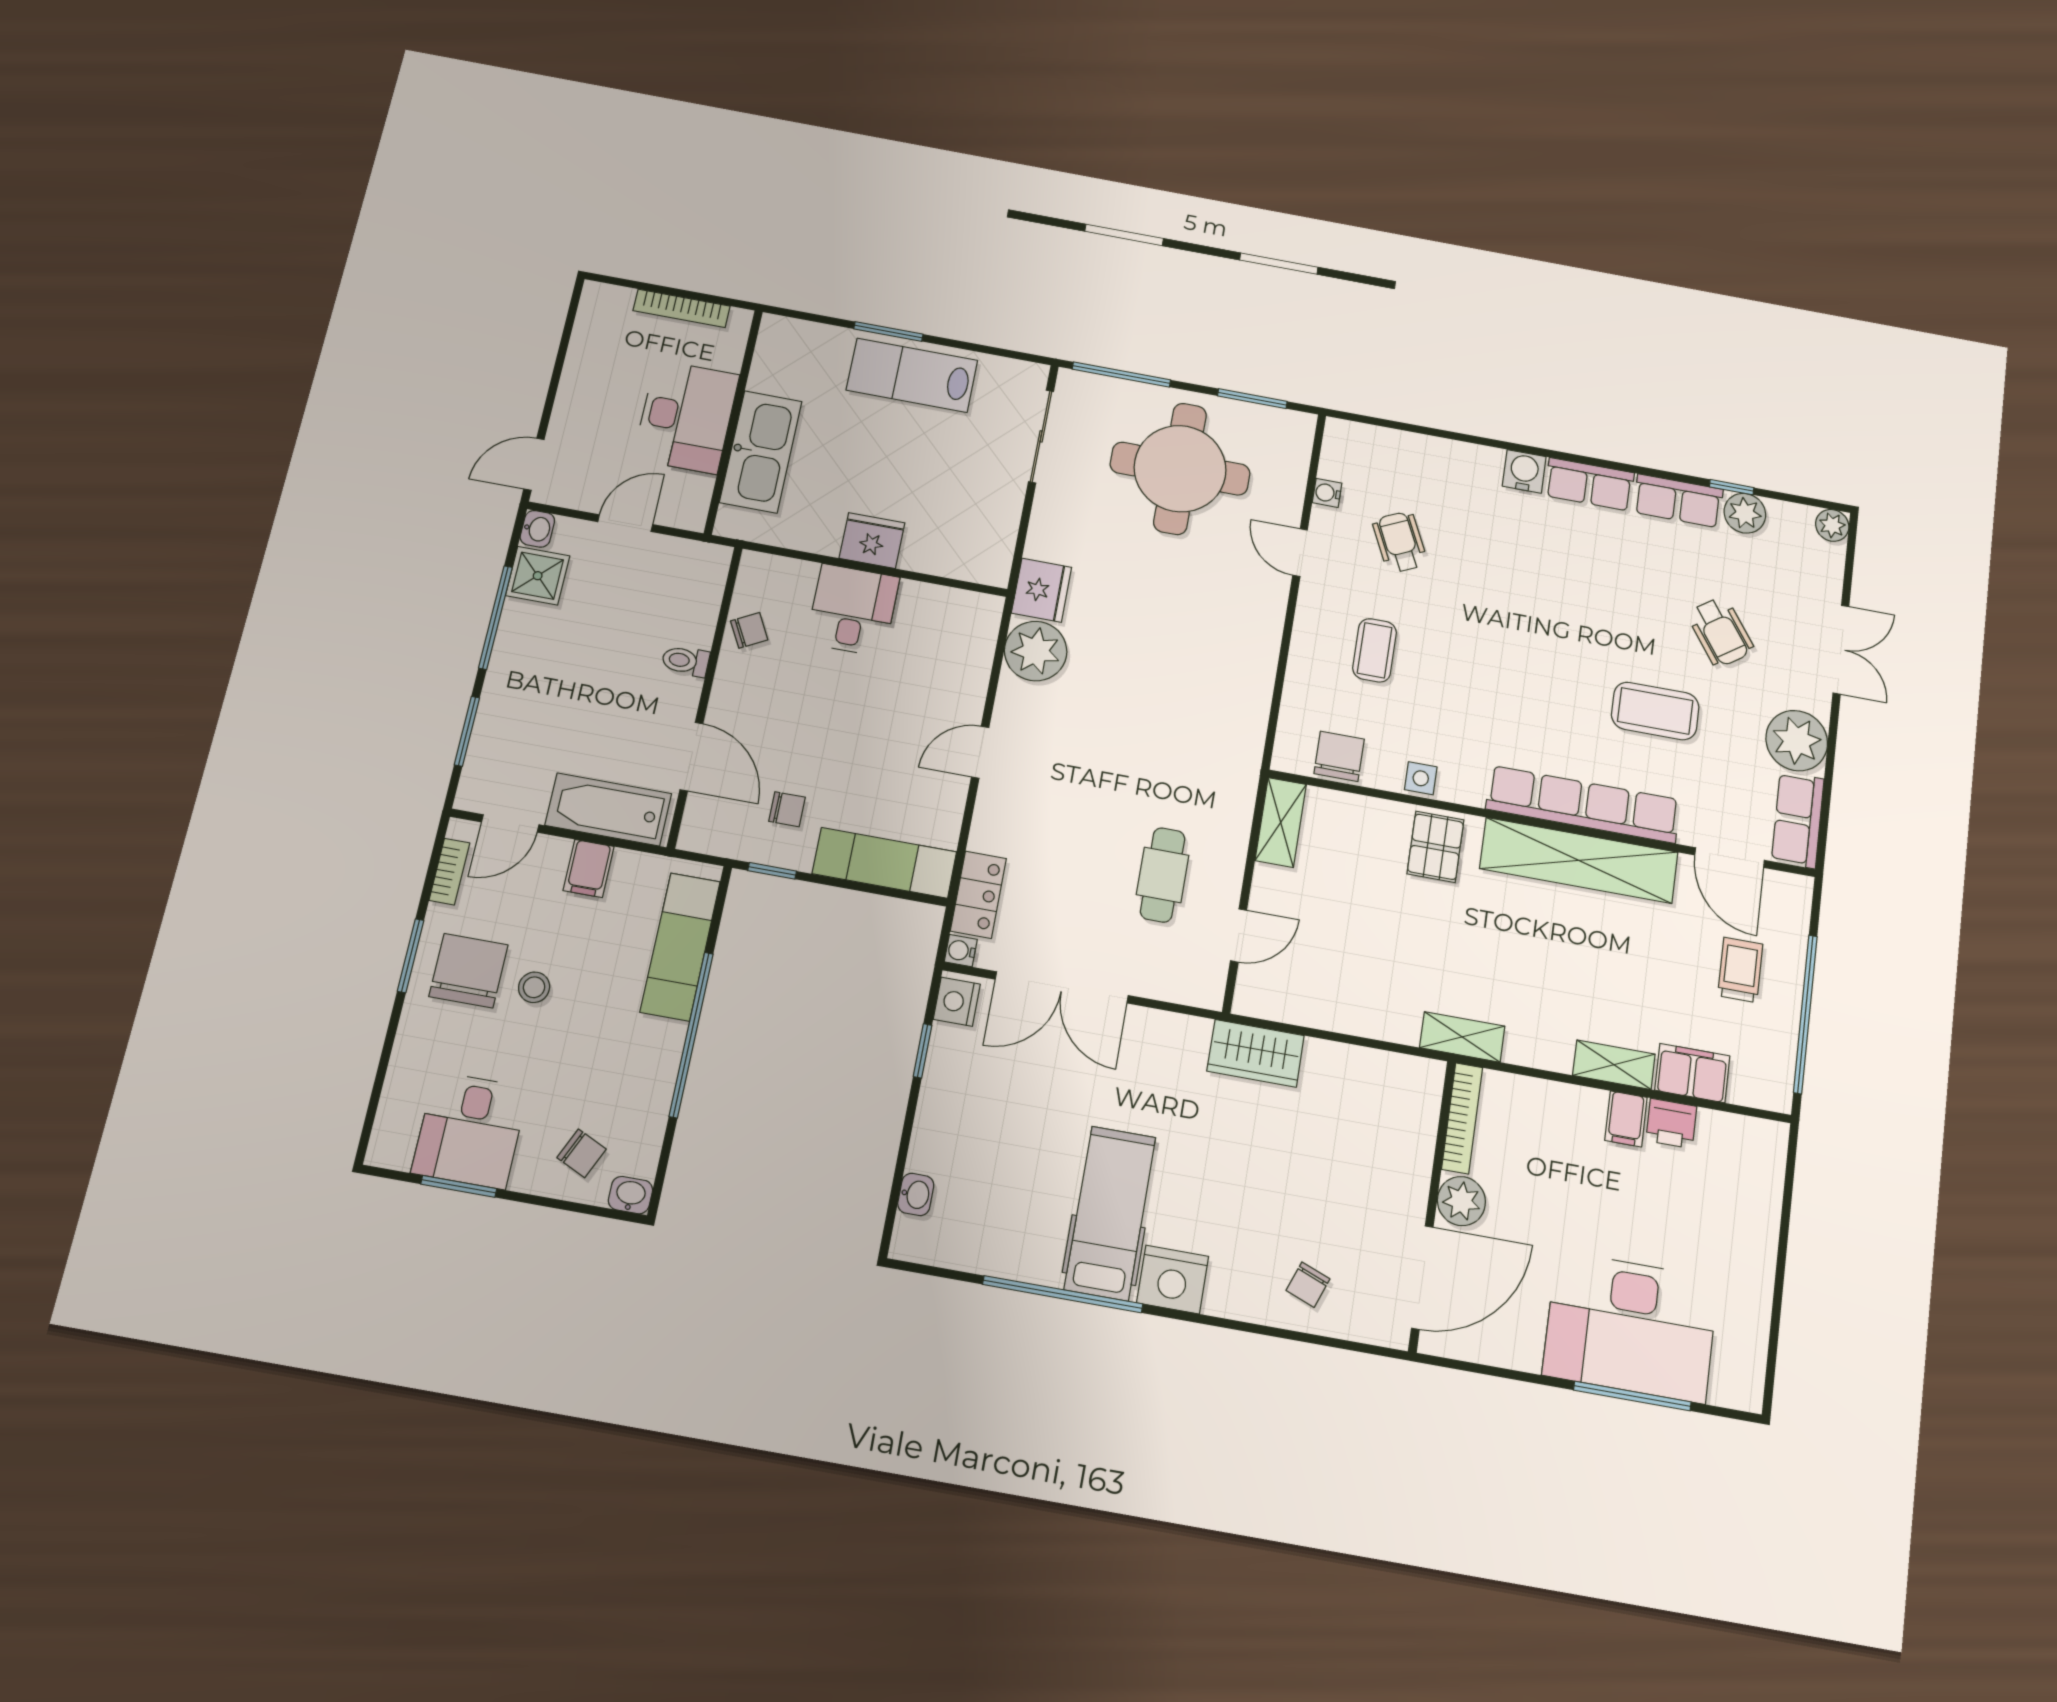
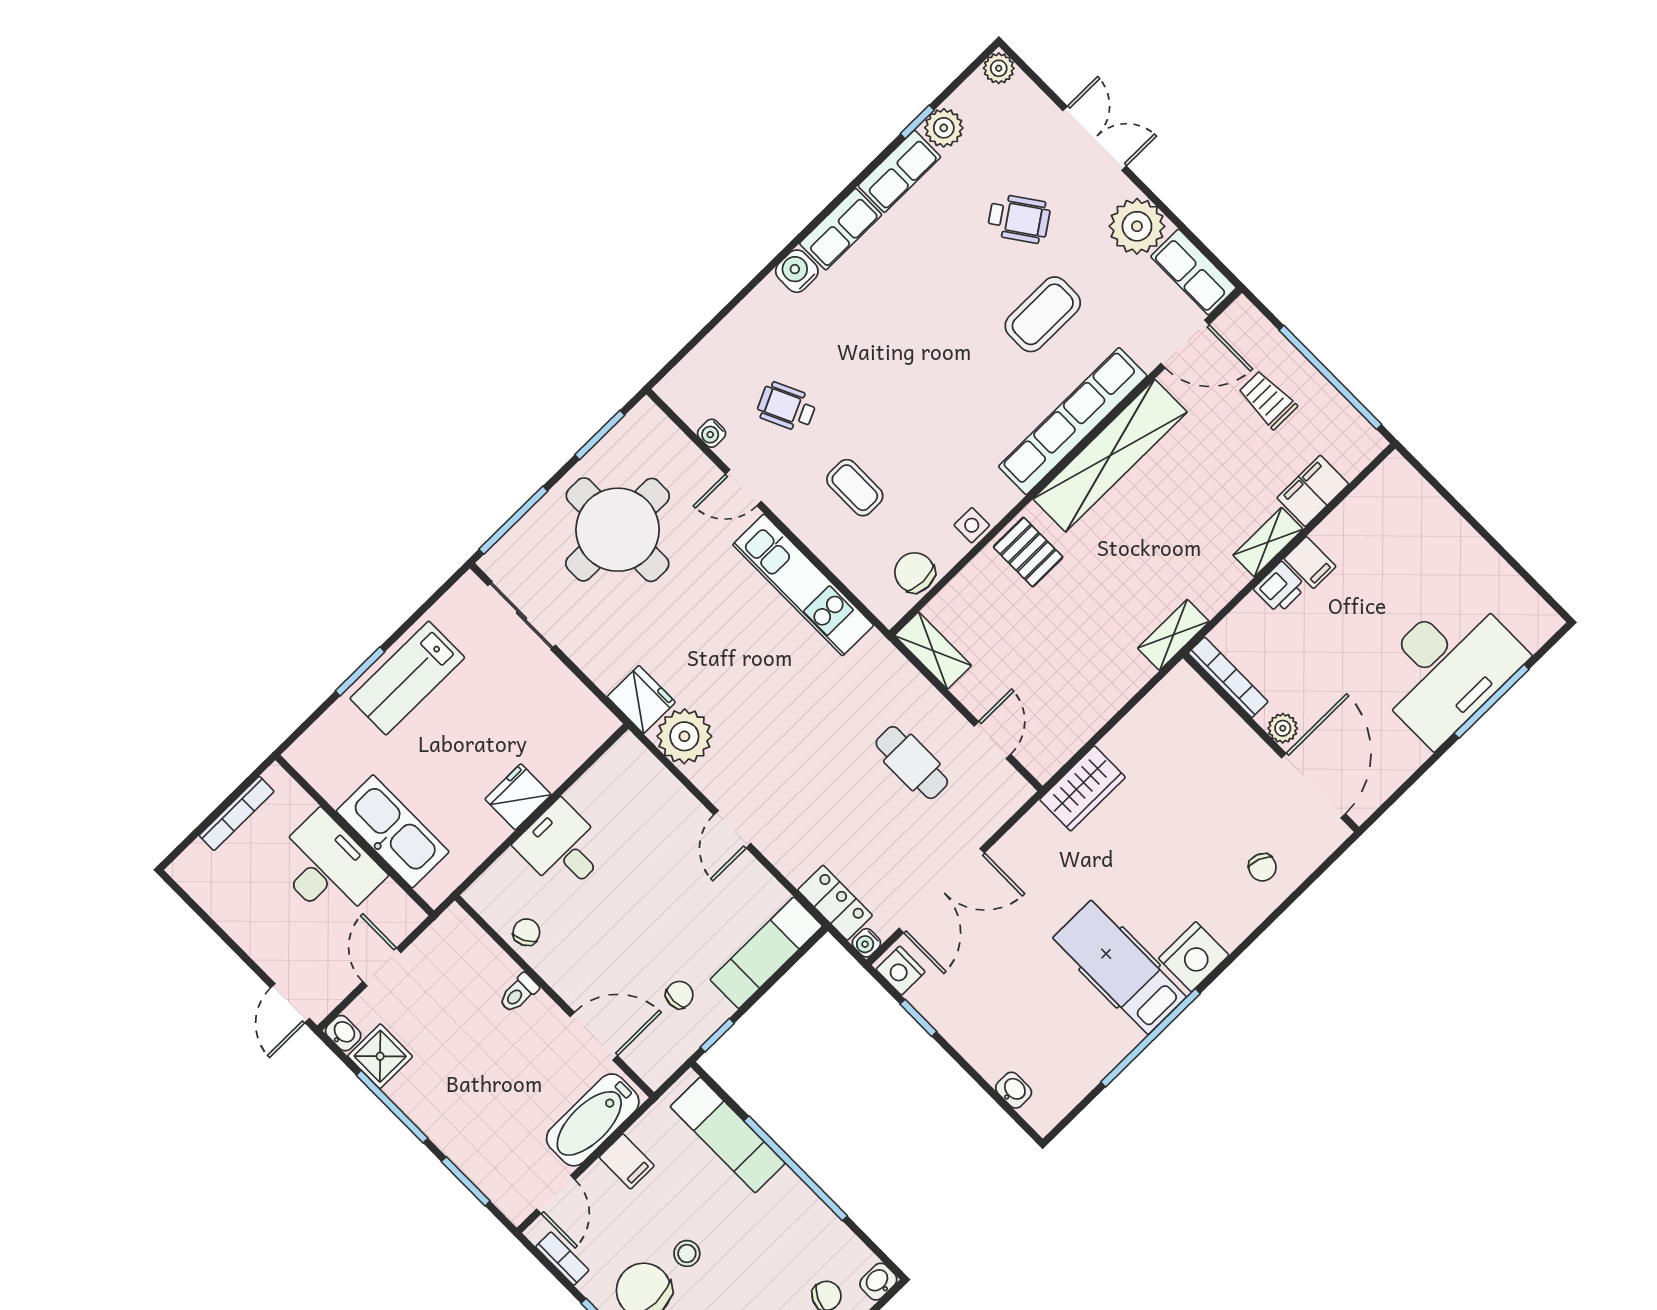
kitchen unit: (1253, 664) -> (803, 585), added
printer: (1671, 1123) -> (1280, 588), moved
plant: (1461, 1201) -> (1283, 728), width x0.73, depth x0.73

